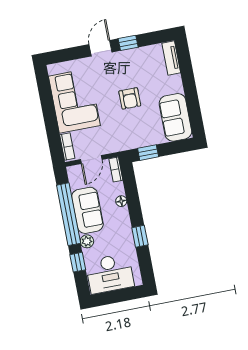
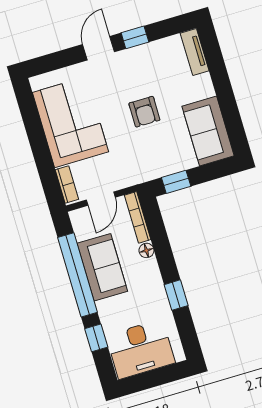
bookcase: (116, 169) -> (138, 217), width x1.56
plant: (87, 241) -> (106, 309), removed

